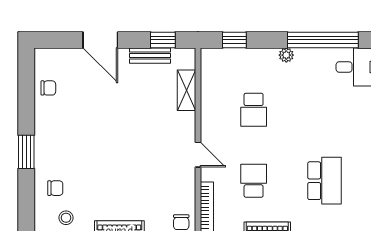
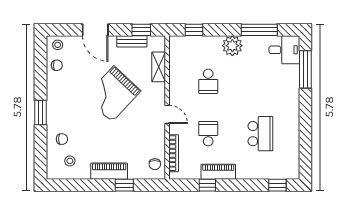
window: (323, 40) -> (259, 30), width x0.68
plant: (286, 55) -> (232, 46), width x1.88, depth x1.88
stool: (49, 60) -> (58, 45), added
grand piano: (124, 127) -> (113, 94), added

